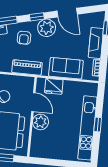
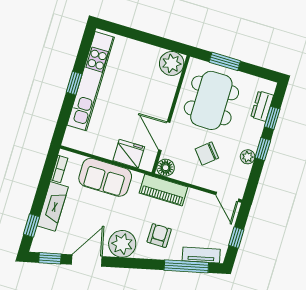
door: (67, 13) -> (87, 260), hinge flipped
window: (37, 17) -> (50, 258), moved
floor lamp: (28, 82) -> (166, 168), added
plant: (40, 122) -> (172, 63), moved

